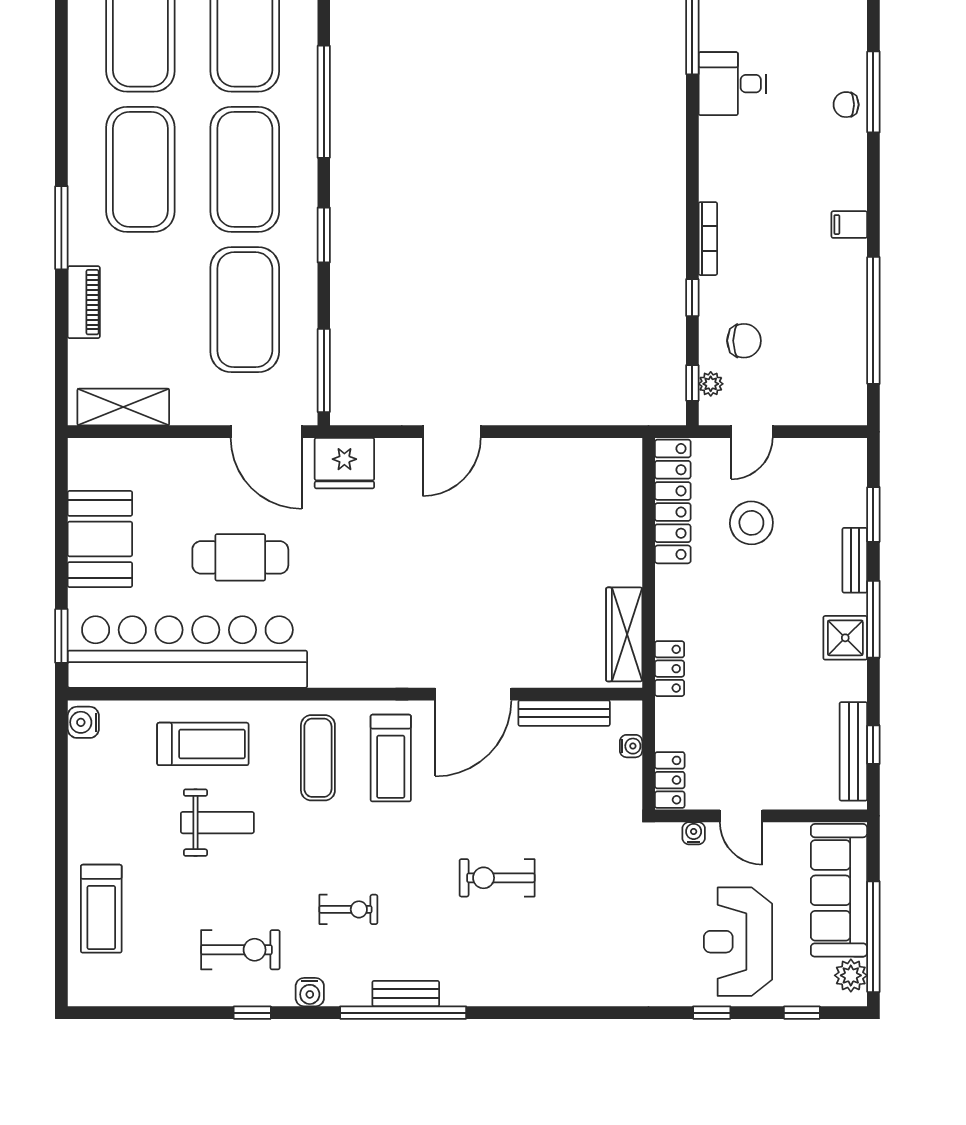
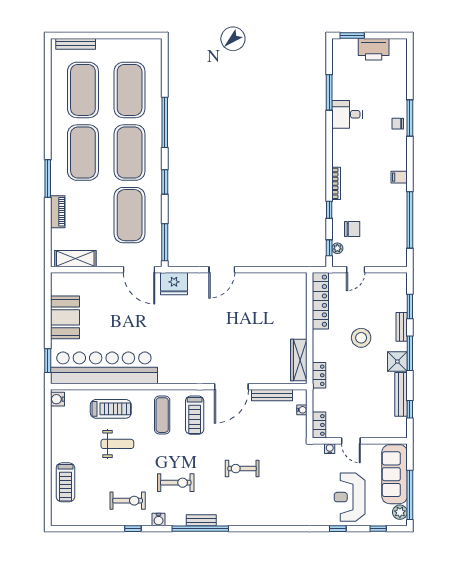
stool: (751, 523) -> (361, 338), moved
cafe table: (240, 557) -> (128, 326), removed
bench: (853, 751) -> (401, 394), moved
exercise bike: (348, 909) -> (176, 483), width x1.38, depth x1.39

